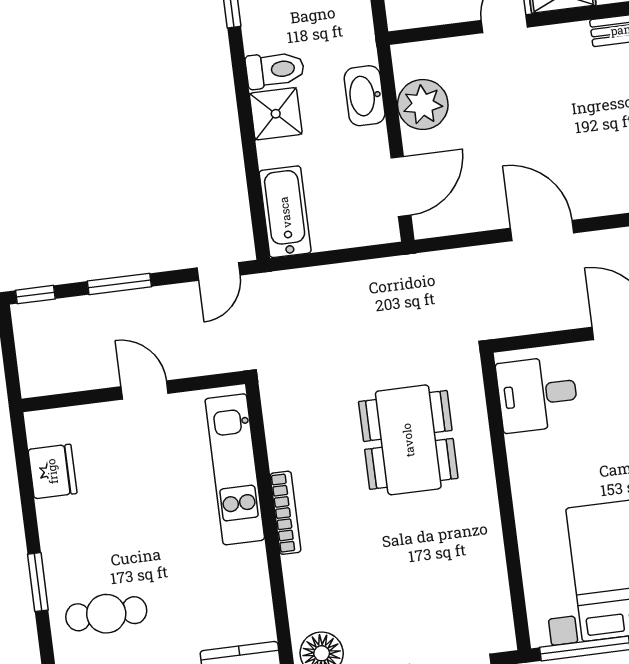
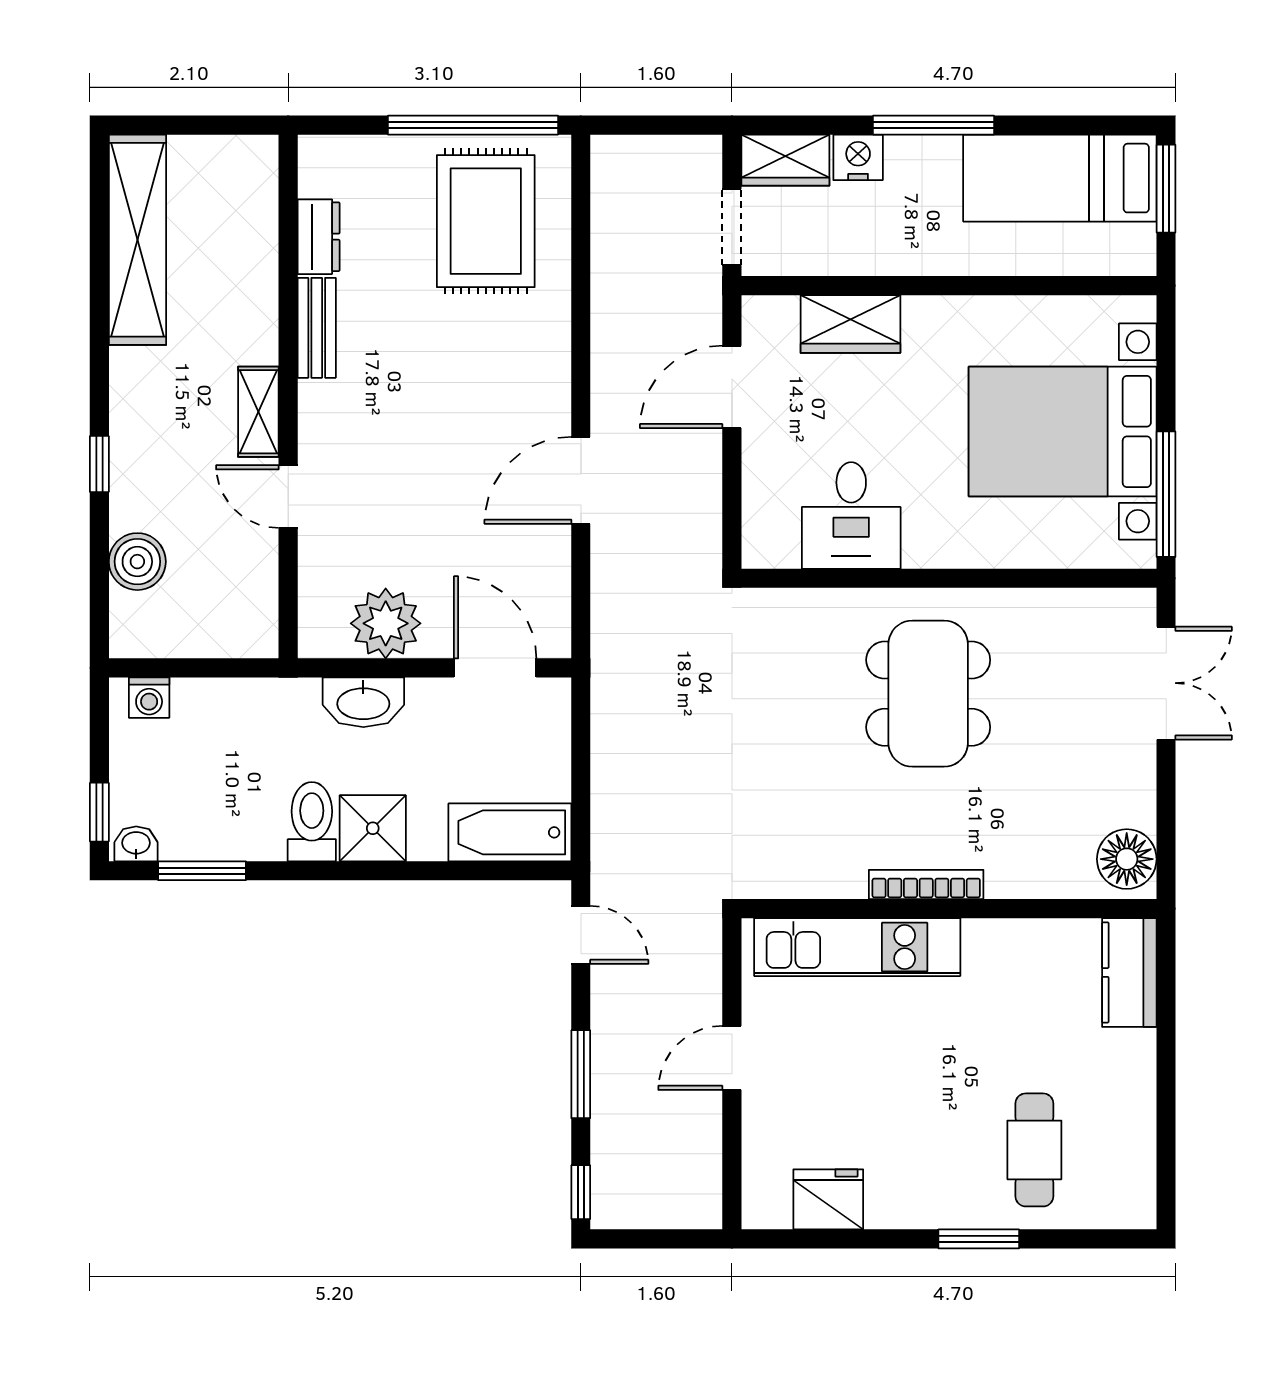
desk: (537, 394) -> (851, 515), moved
dining table: (408, 440) -> (928, 694), moved, turned 90

